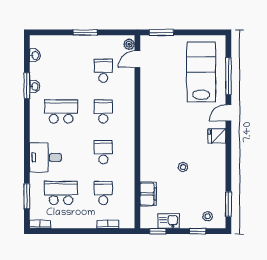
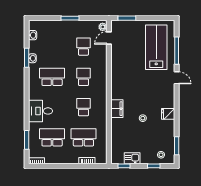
door: (228, 113) -> (177, 78), swing flipped
fridge: (217, 136) -> (168, 114), moved
school desk: (103, 193) -> (83, 137), width x1.85
filing cabinet: (148, 194) -> (117, 109), moved

